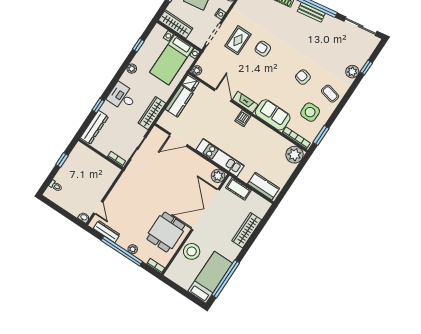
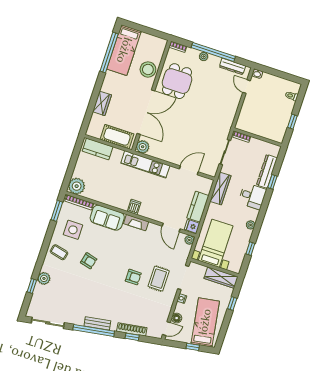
door: (223, 95) -> (171, 227), moved
dresser: (94, 127) -> (267, 171), moved
cot: (238, 189) -> (117, 137), width x1.37, depth x1.34
wardrobe: (247, 230) -> (102, 103), width x0.67

